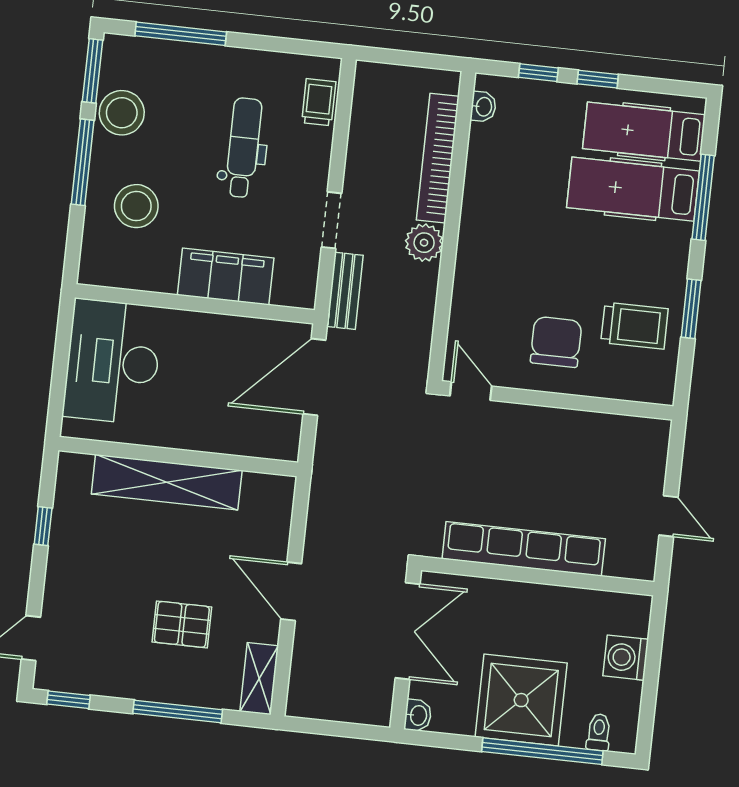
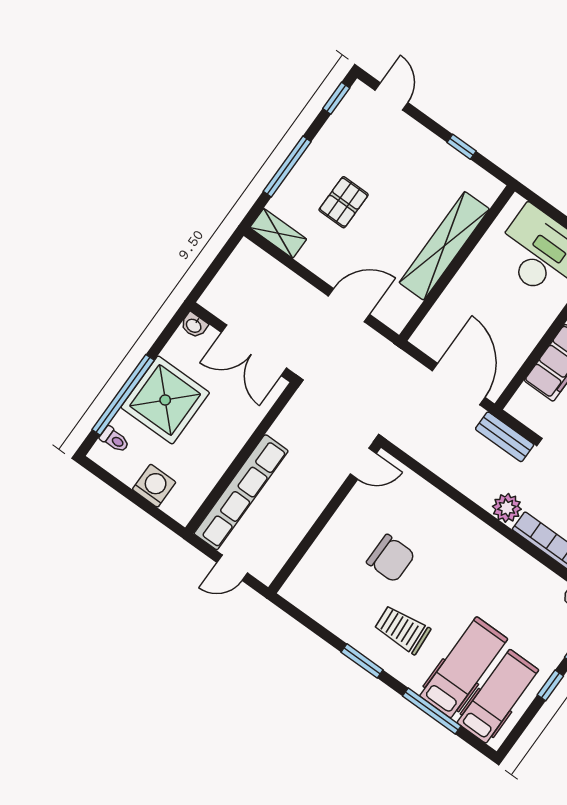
trolley: (635, 326) -> (402, 629), moved, turned 86
door: (471, 391) -> (363, 464), moved
wall: (557, 400) -> (325, 518), moved
row of seats: (524, 549) -> (241, 492), moved
door: (291, 591) -> (349, 305), moved

